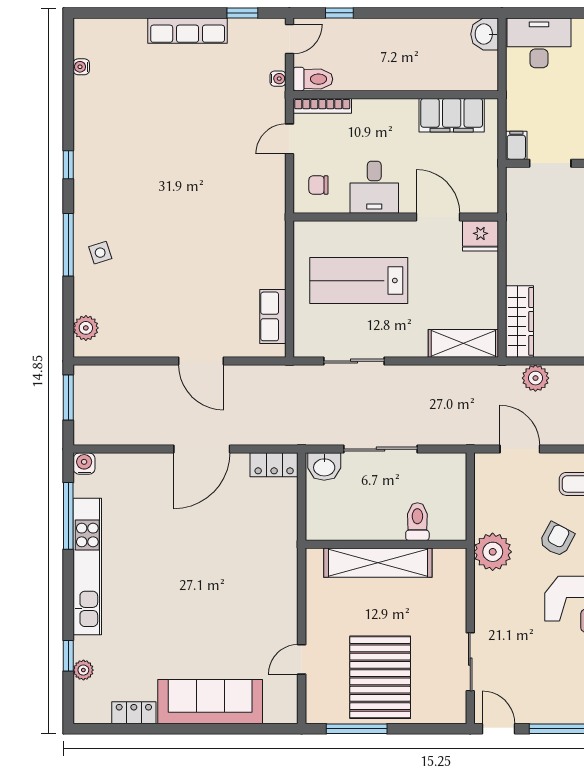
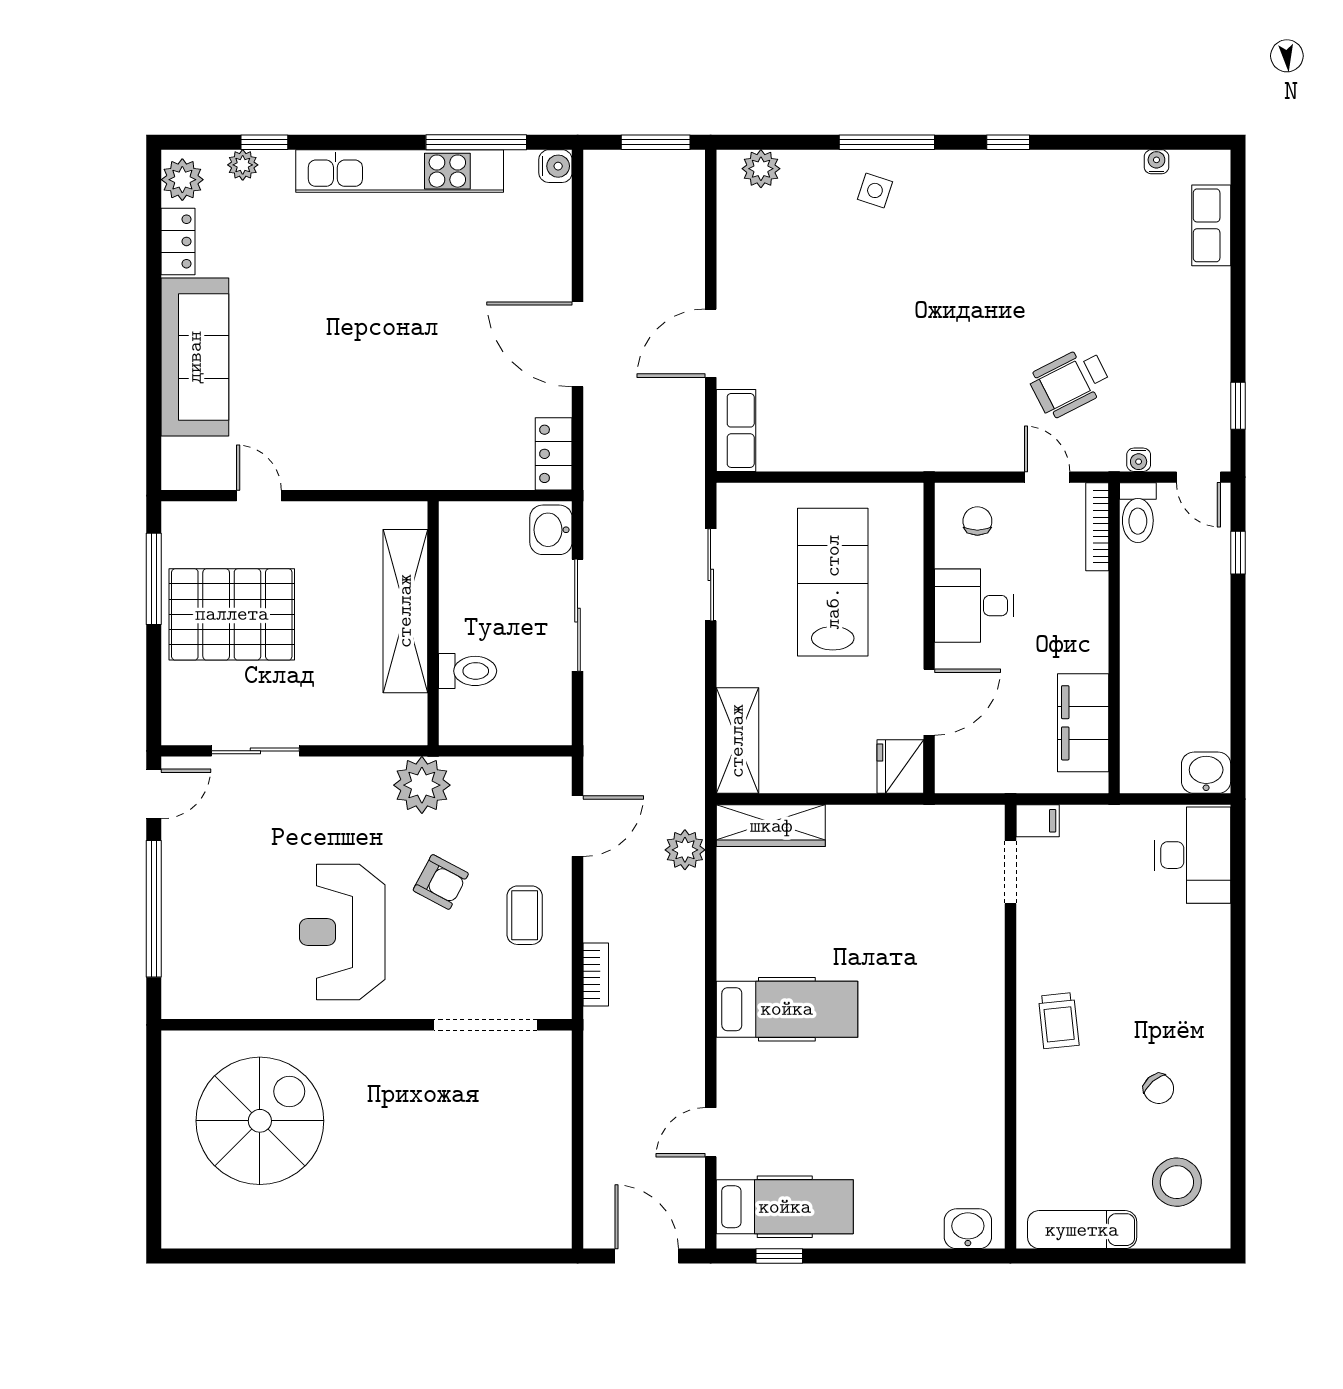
row of seats: (188, 31) -> (1211, 225), moved, width x0.68
wheelchair: (227, 124) -> (1070, 382), added
side table: (100, 253) -> (875, 190), turned 36
row of seats: (273, 316) -> (736, 430), moved, turned 90
plant: (93, 710) -> (182, 180), added

